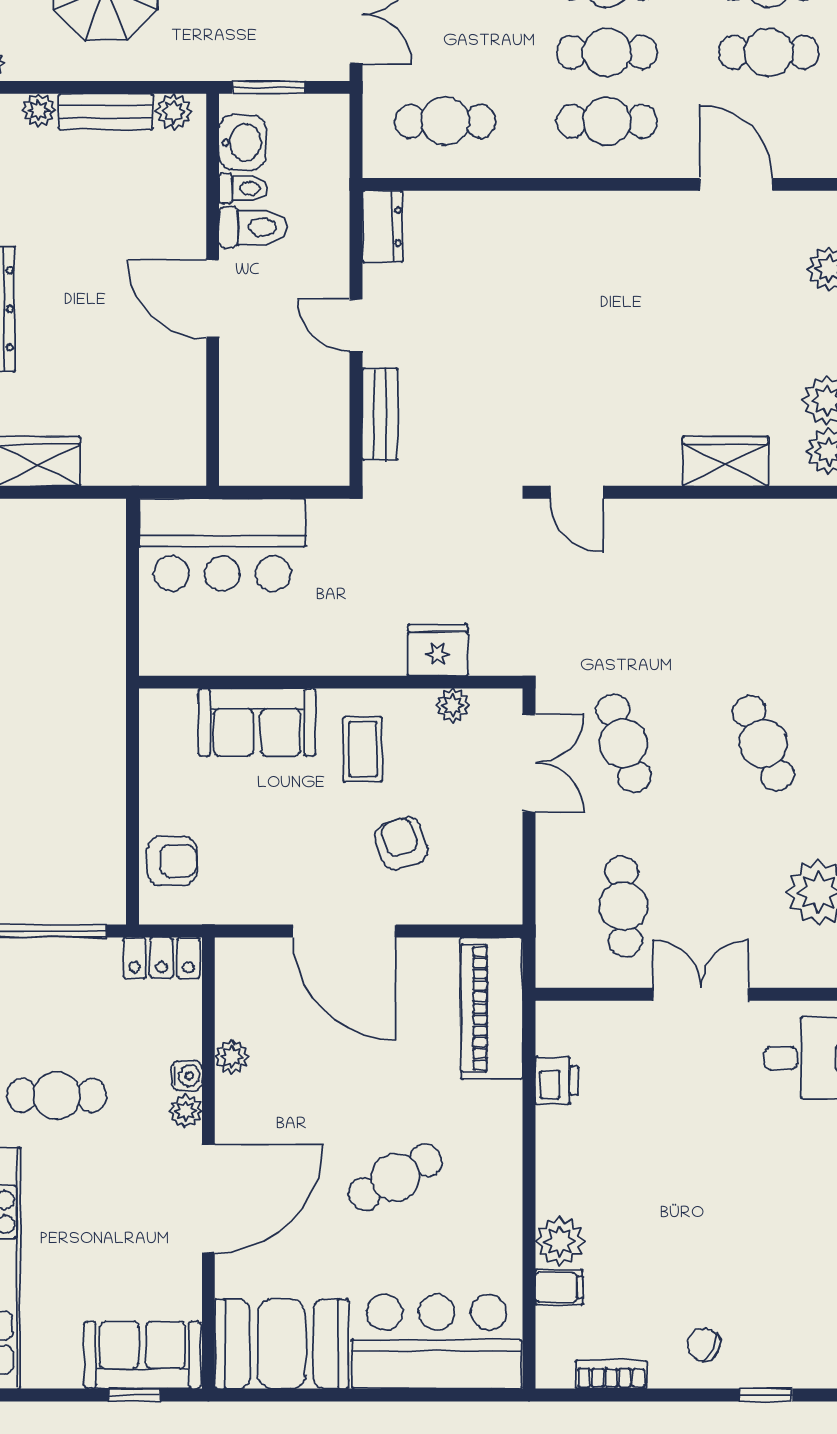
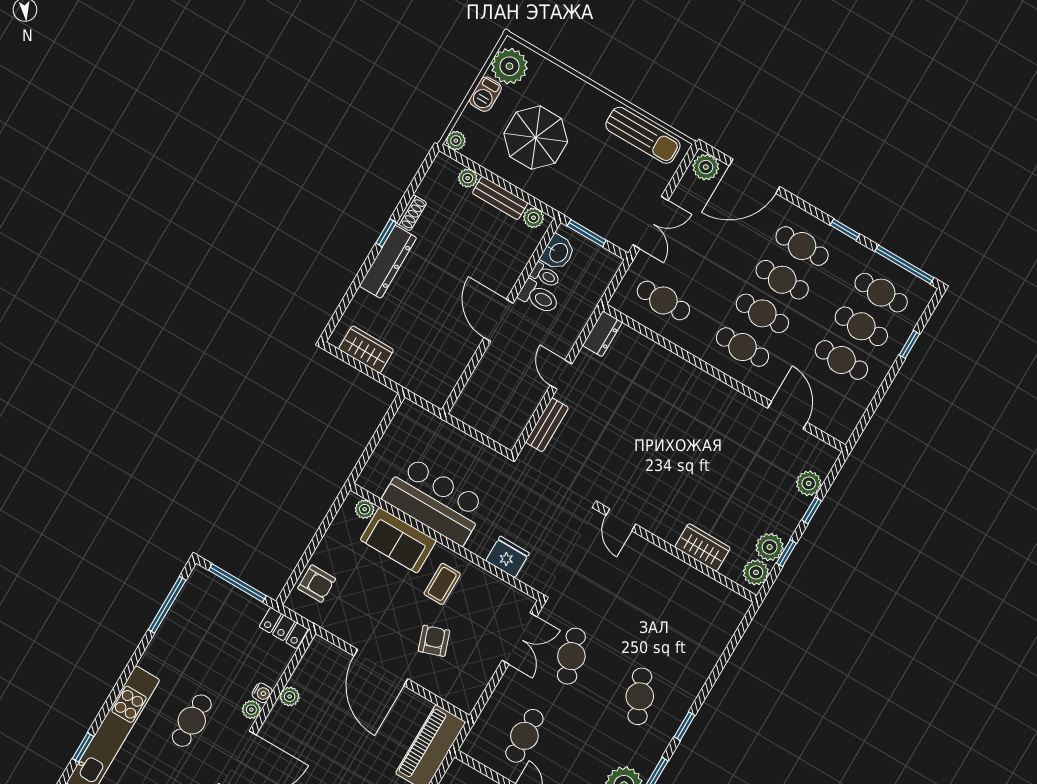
bar counter: (222, 545) -> (435, 501), moved, turned 180
plant: (453, 705) -> (365, 509), moved
cafe table: (57, 1095) -> (192, 721), moved, turned 90

